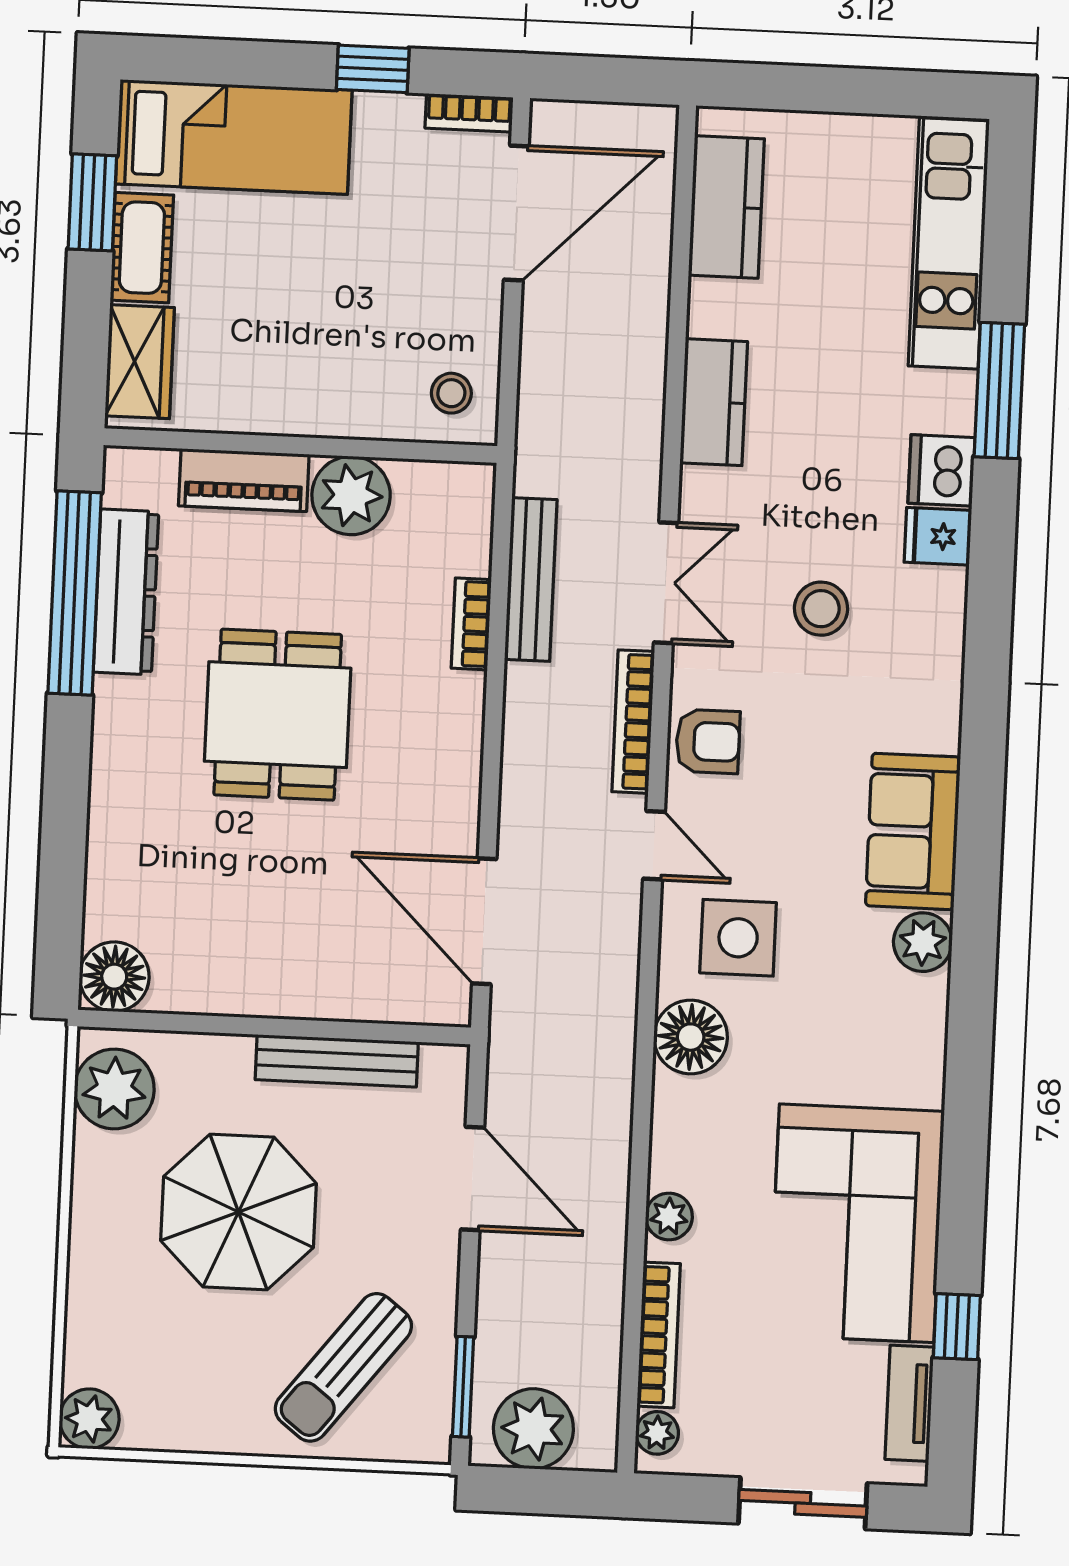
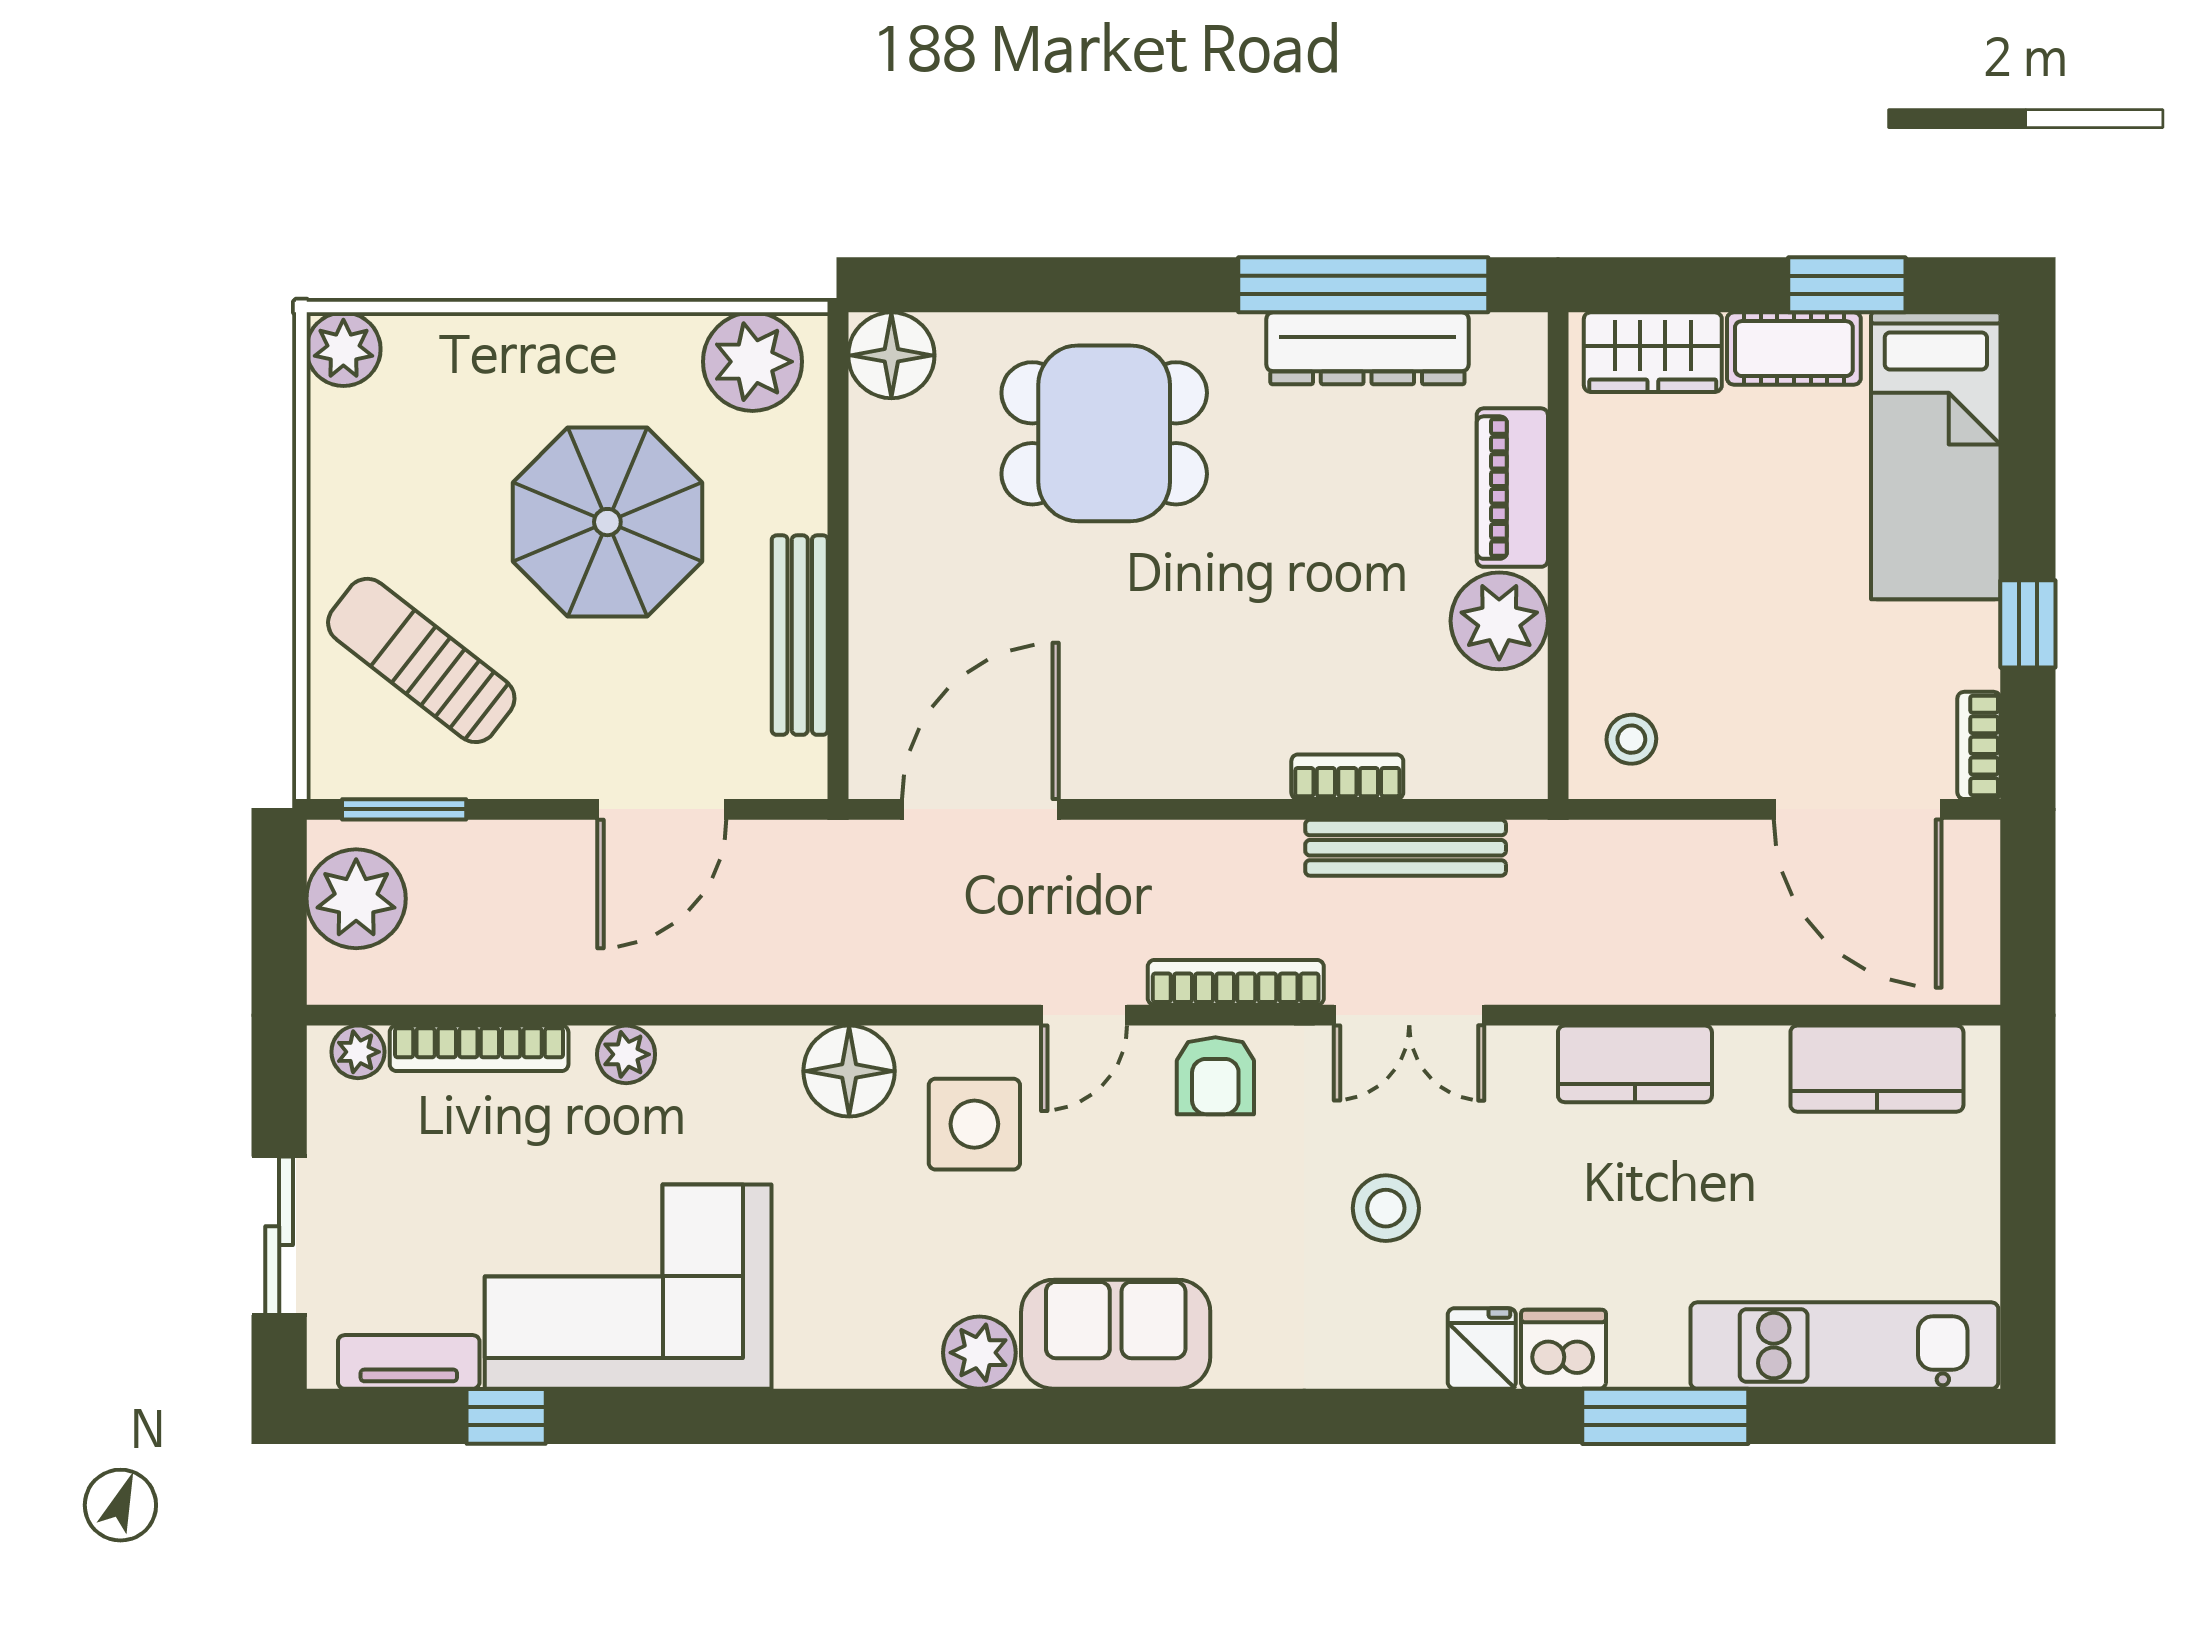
dining table: (278, 715) -> (1104, 433), moved

